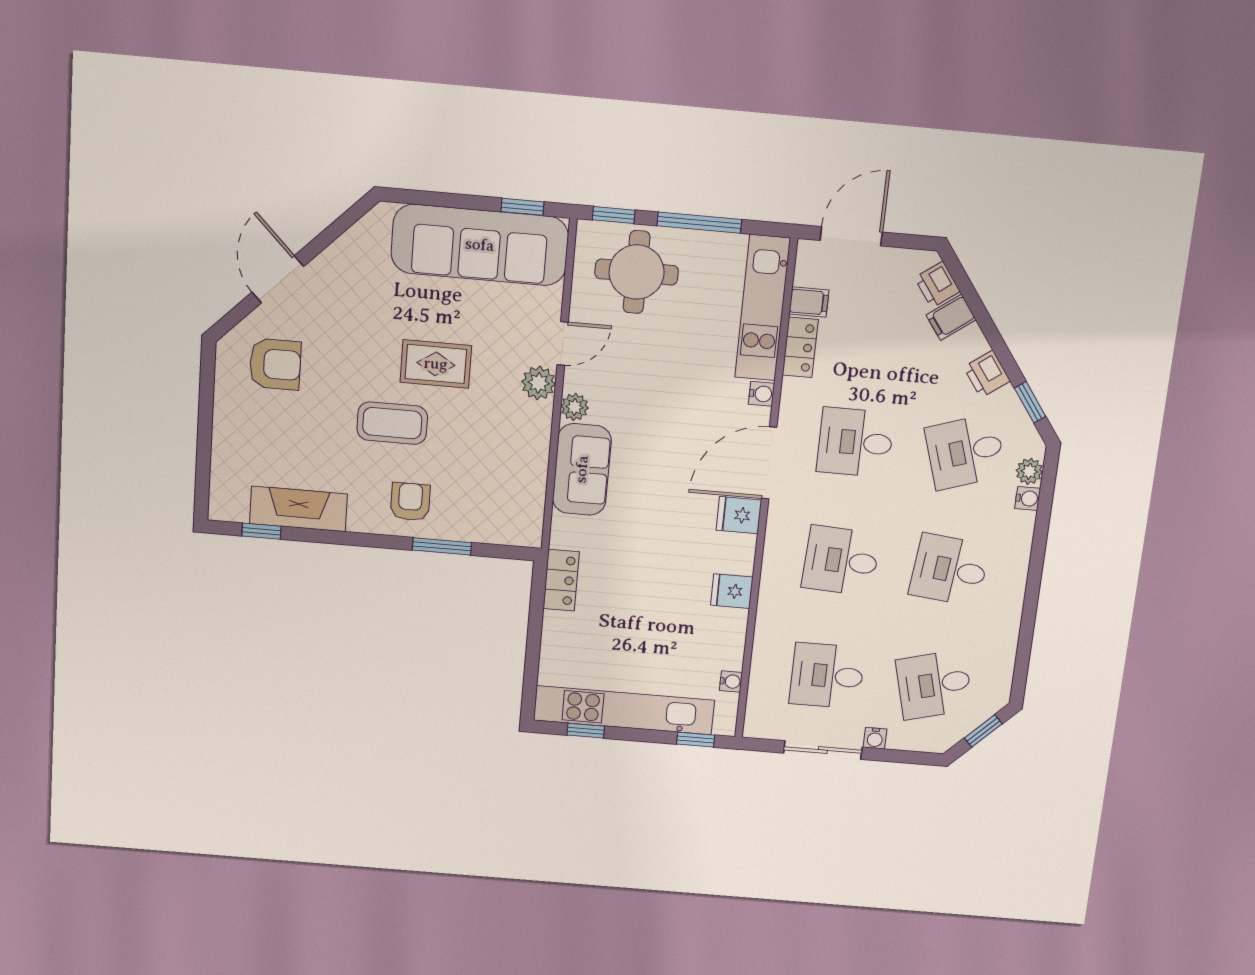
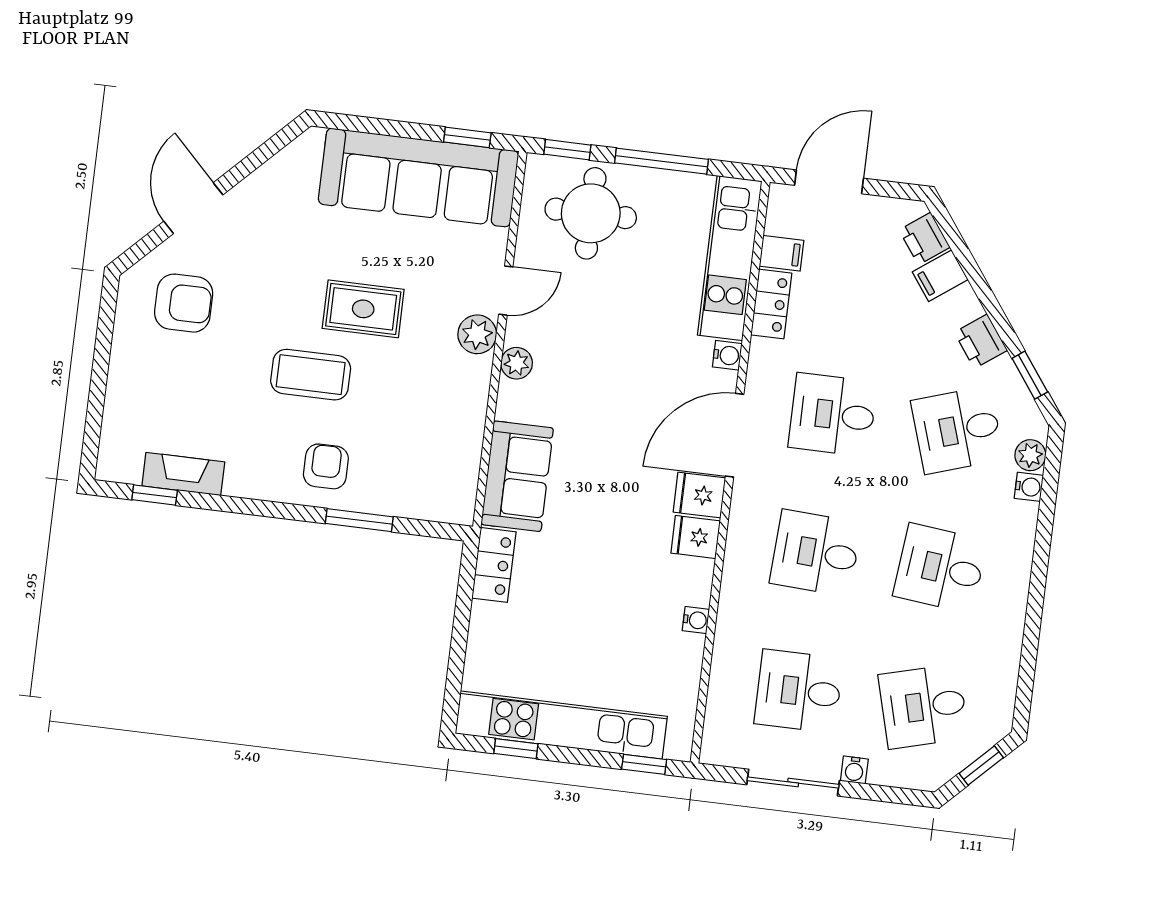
sofa: (582, 469) -> (517, 476), moved
fireplace: (298, 509) -> (183, 474), width x0.73, depth x0.76
fridge: (732, 591) -> (696, 537), moved
water cooler: (731, 681) -> (696, 620), moved

